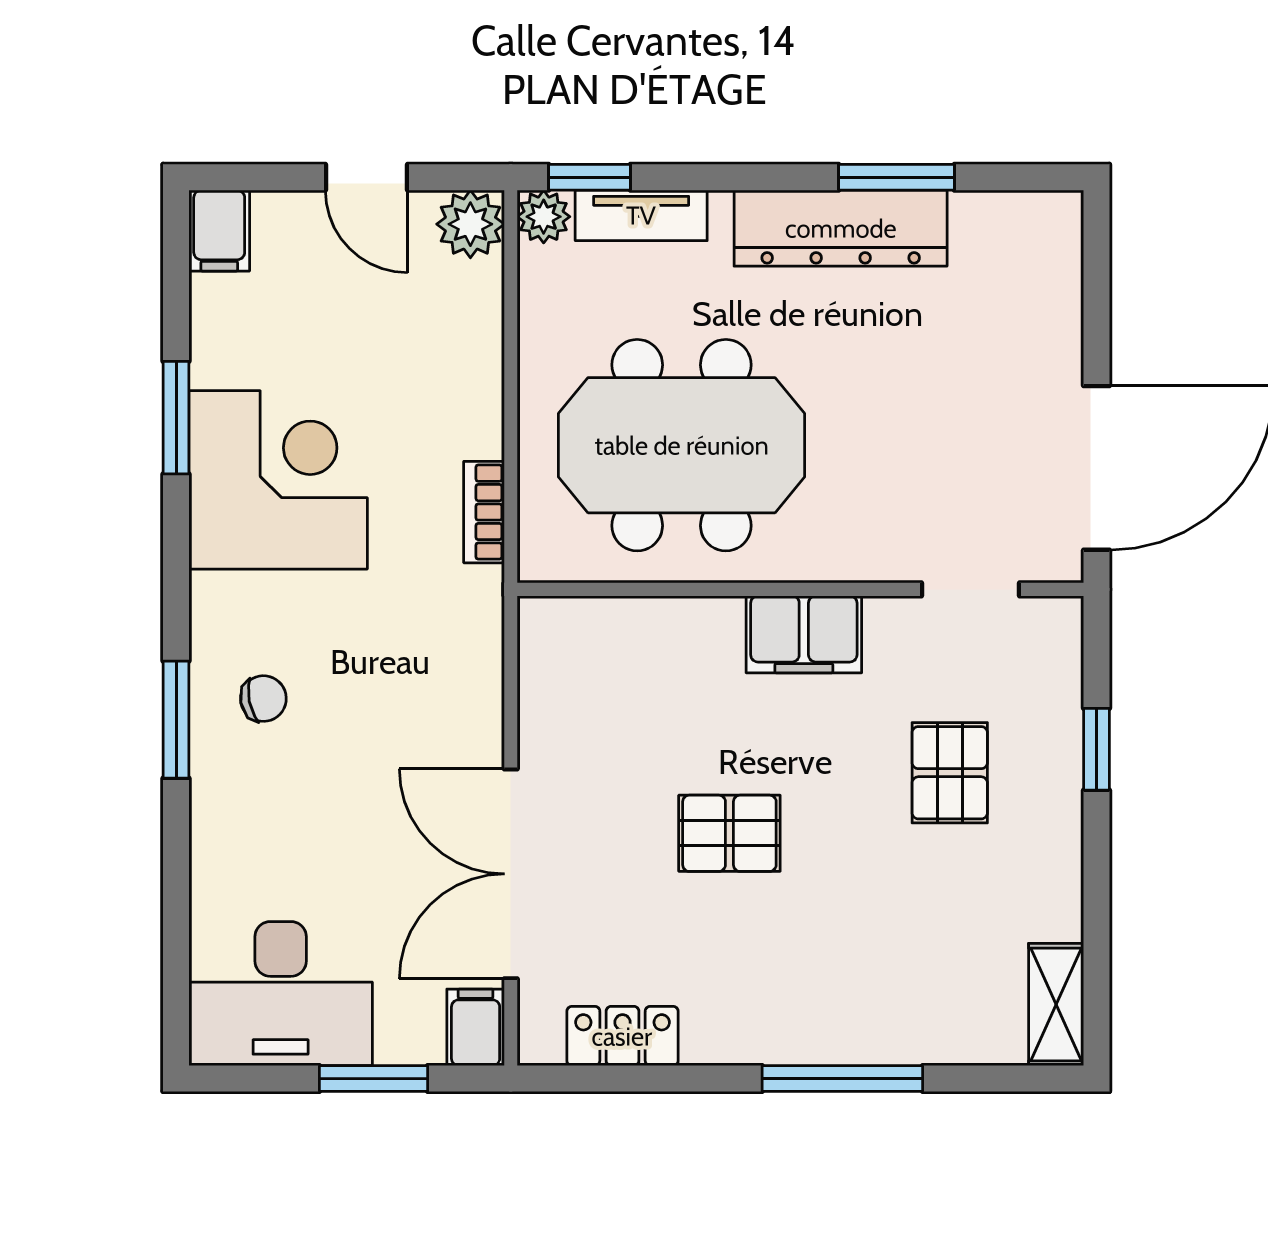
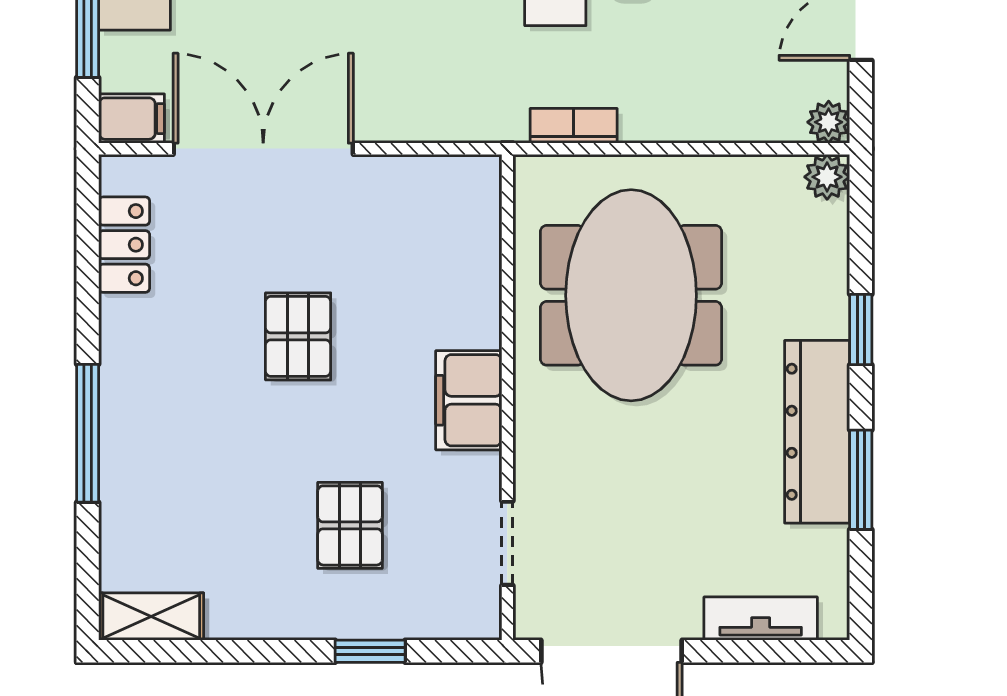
window: (589, 177) -> (861, 330), moved
tv unit: (641, 215) -> (761, 619), moved, turned 90
plant: (470, 224) -> (829, 122), width x0.73, depth x0.73
pallet: (950, 773) -> (350, 525), turned 90

